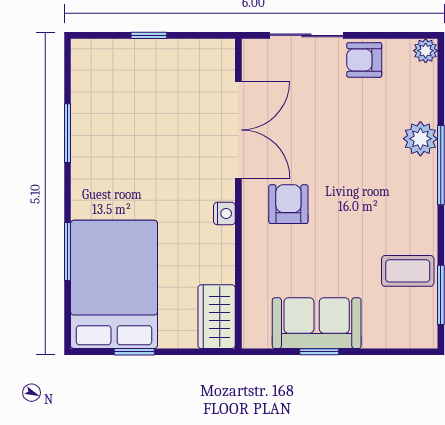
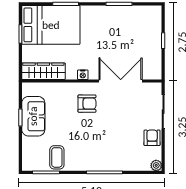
double door: (238, 130) -> (121, 81), swing flipped
plant: (420, 139) -> (116, 163), removed
wardrobe: (217, 317) -> (43, 71), width x1.50

